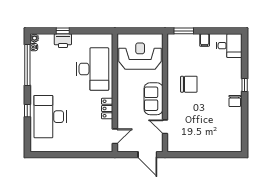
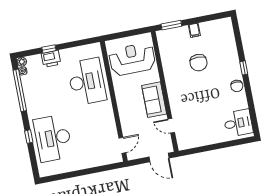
desk: (229, 46) -> (238, 123), moved
chair: (189, 84) -> (198, 63), moved, turned 90
locker: (107, 109) -> (109, 119), removed

